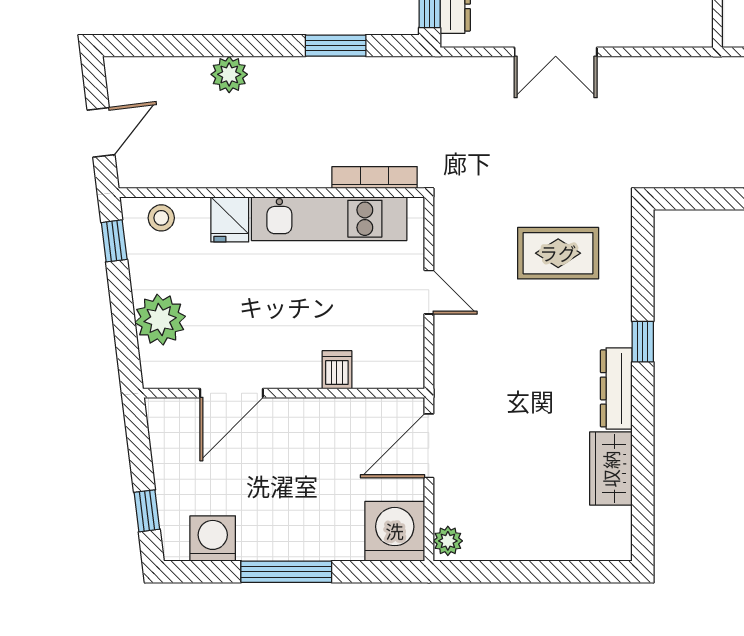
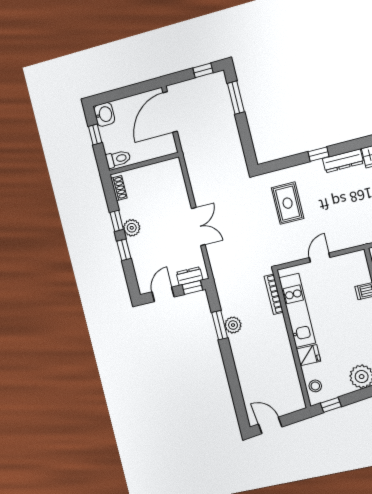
plant: (229, 74) -> (233, 325), moved
door: (101, 132) -> (270, 425), moved

